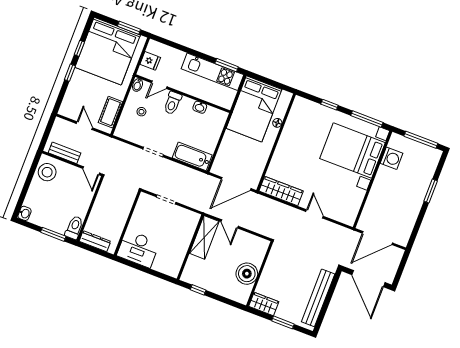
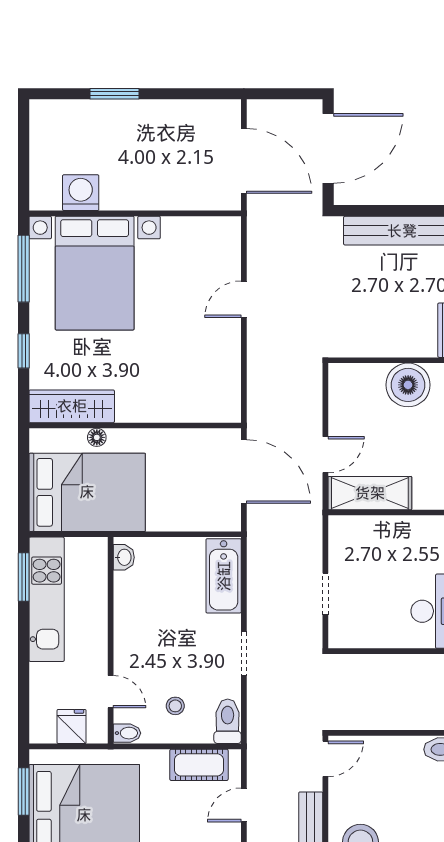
toilet: (172, 103) -> (228, 721), moved, turned -90
washbasin: (200, 107) -> (124, 557), moved
window: (421, 140) -> (24, 150), removed
wardrobe: (281, 191) -> (72, 406), moved, turned 90

